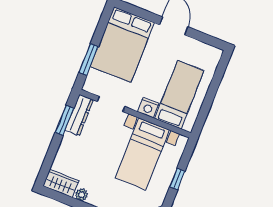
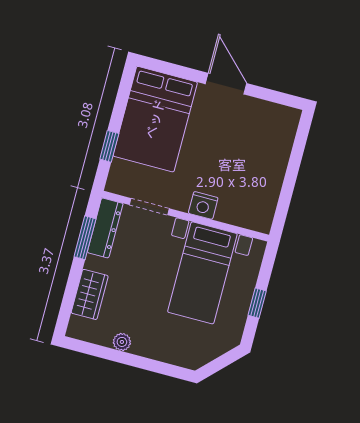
window: (89, 59) -> (109, 146), width x0.67
bed: (179, 95) -> (246, 182), removed
wardrobe: (61, 183) -> (90, 294), moved, turned 90

